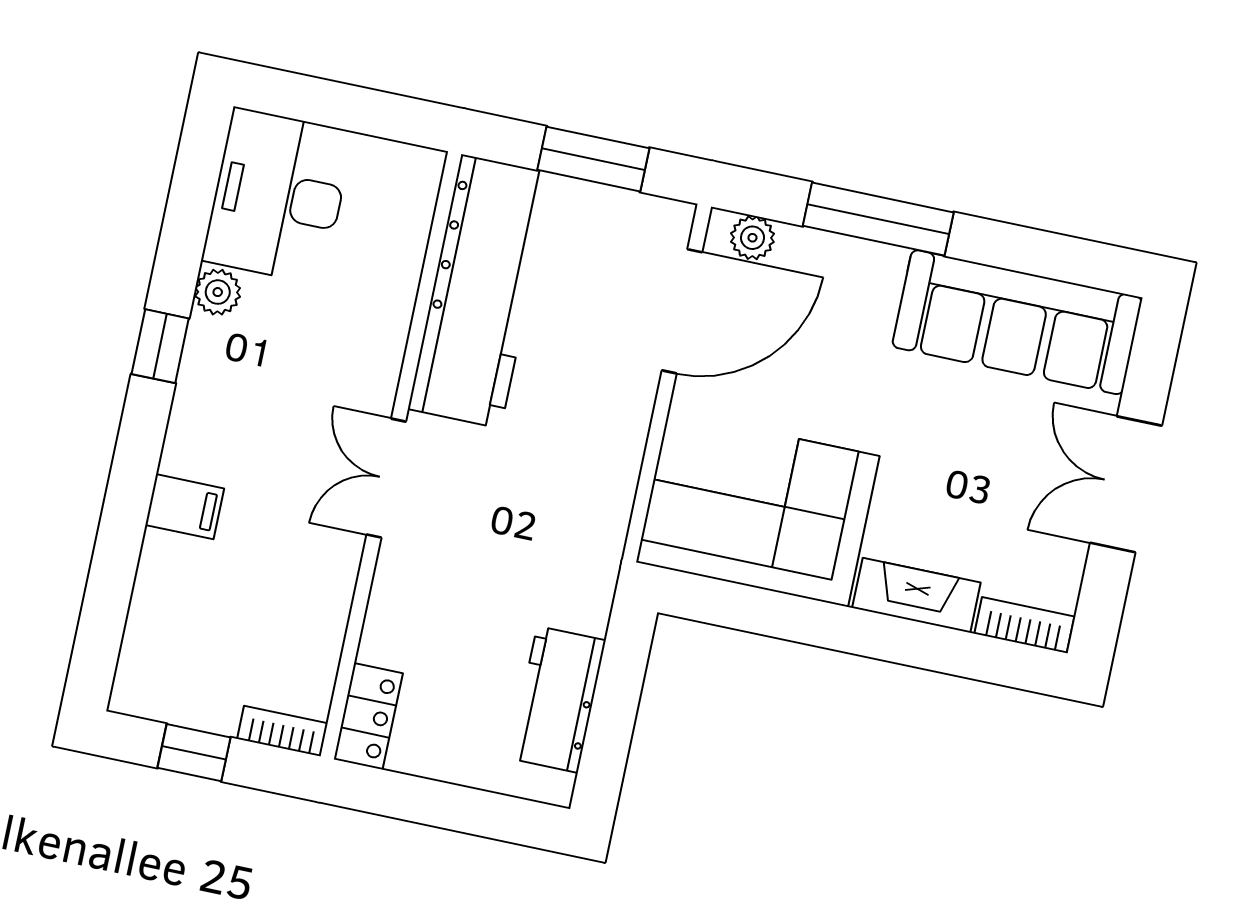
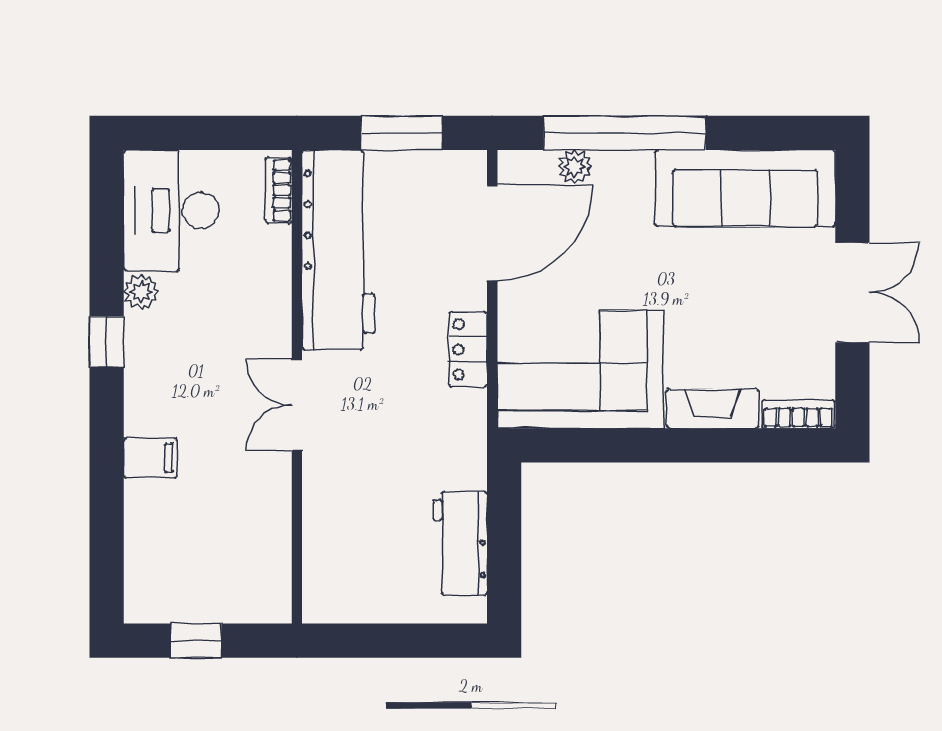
window: (878, 219) -> (625, 133), width x1.46
plant: (752, 238) -> (575, 167), moved
double door: (1126, 484) -> (852, 292), swing flipped
locker: (368, 716) -> (468, 349), moved, turned 180
bookcase: (282, 731) -> (279, 190), moved, turned -90

